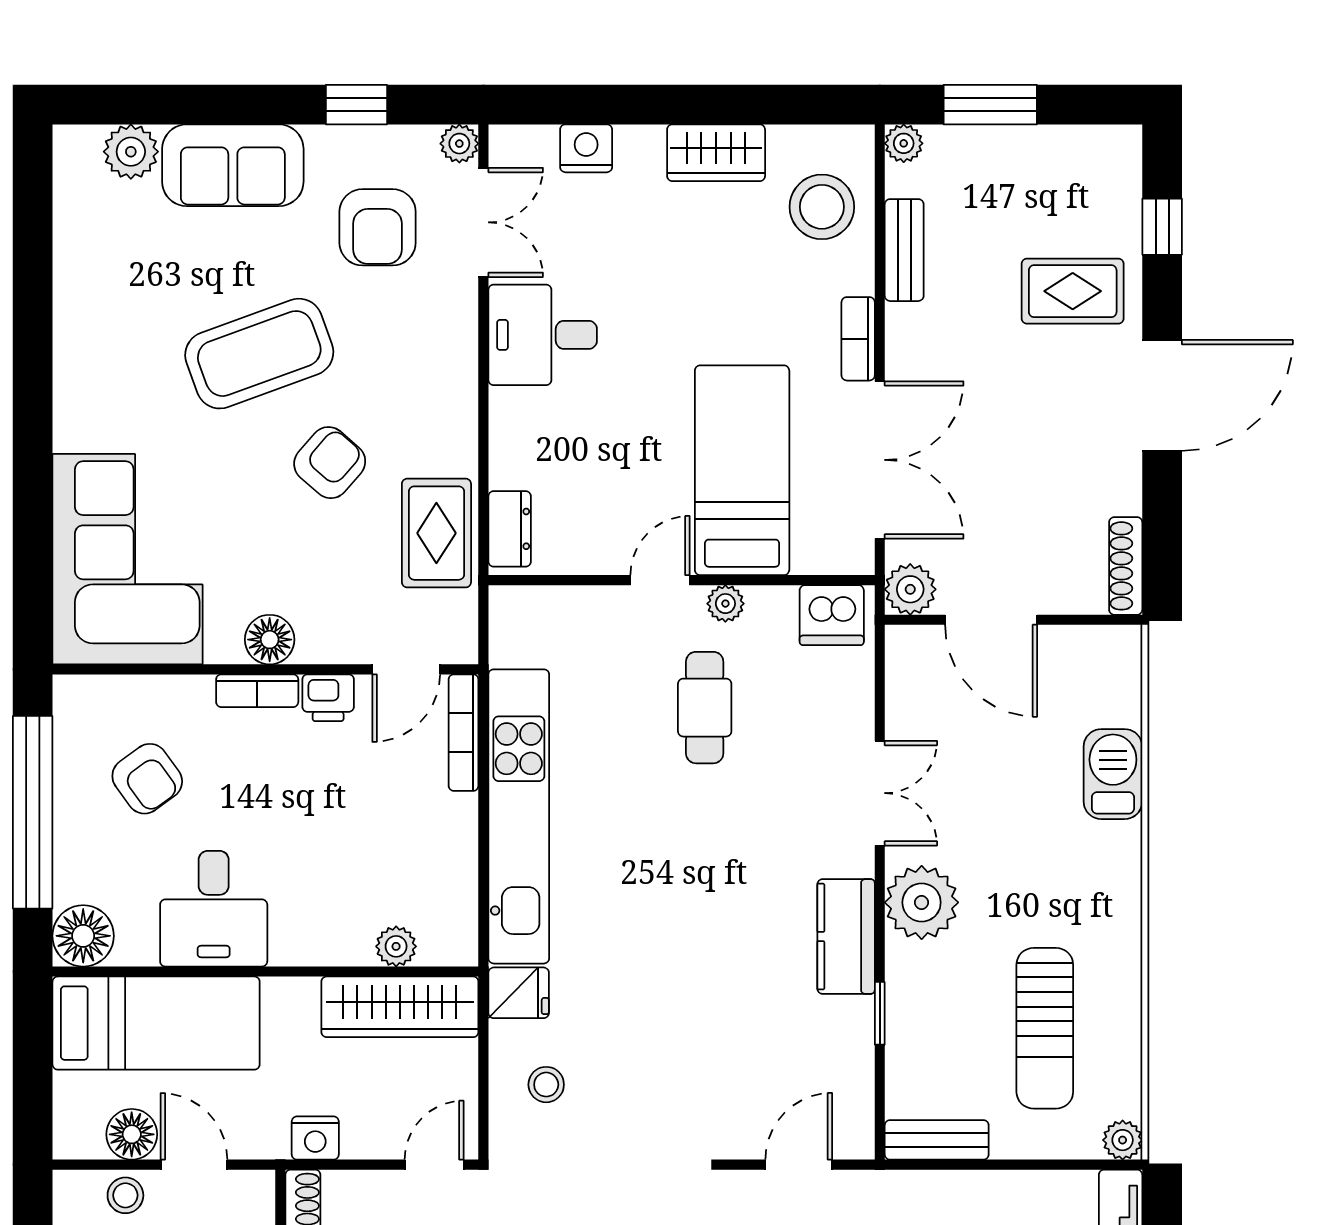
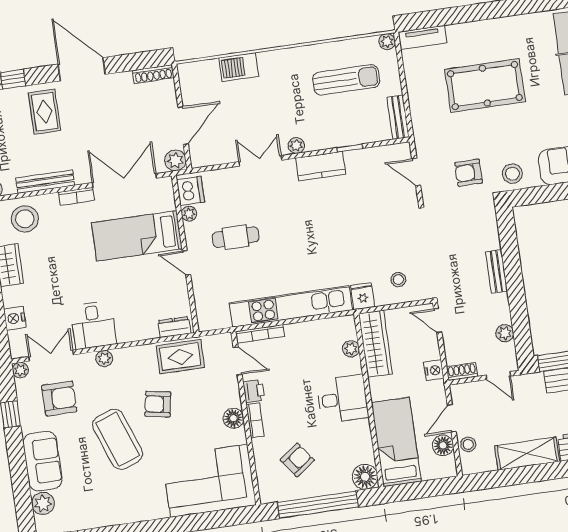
bench: (904, 250) -> (45, 182), width x1.36
plant: (458, 349) -> (104, 358), added
armchair: (330, 463) -> (158, 404), turned -31
plant: (725, 604) -> (189, 214), moved
plant: (922, 902) -> (296, 145), width x0.53, depth x0.53
desk: (214, 909) -> (343, 399), moved

